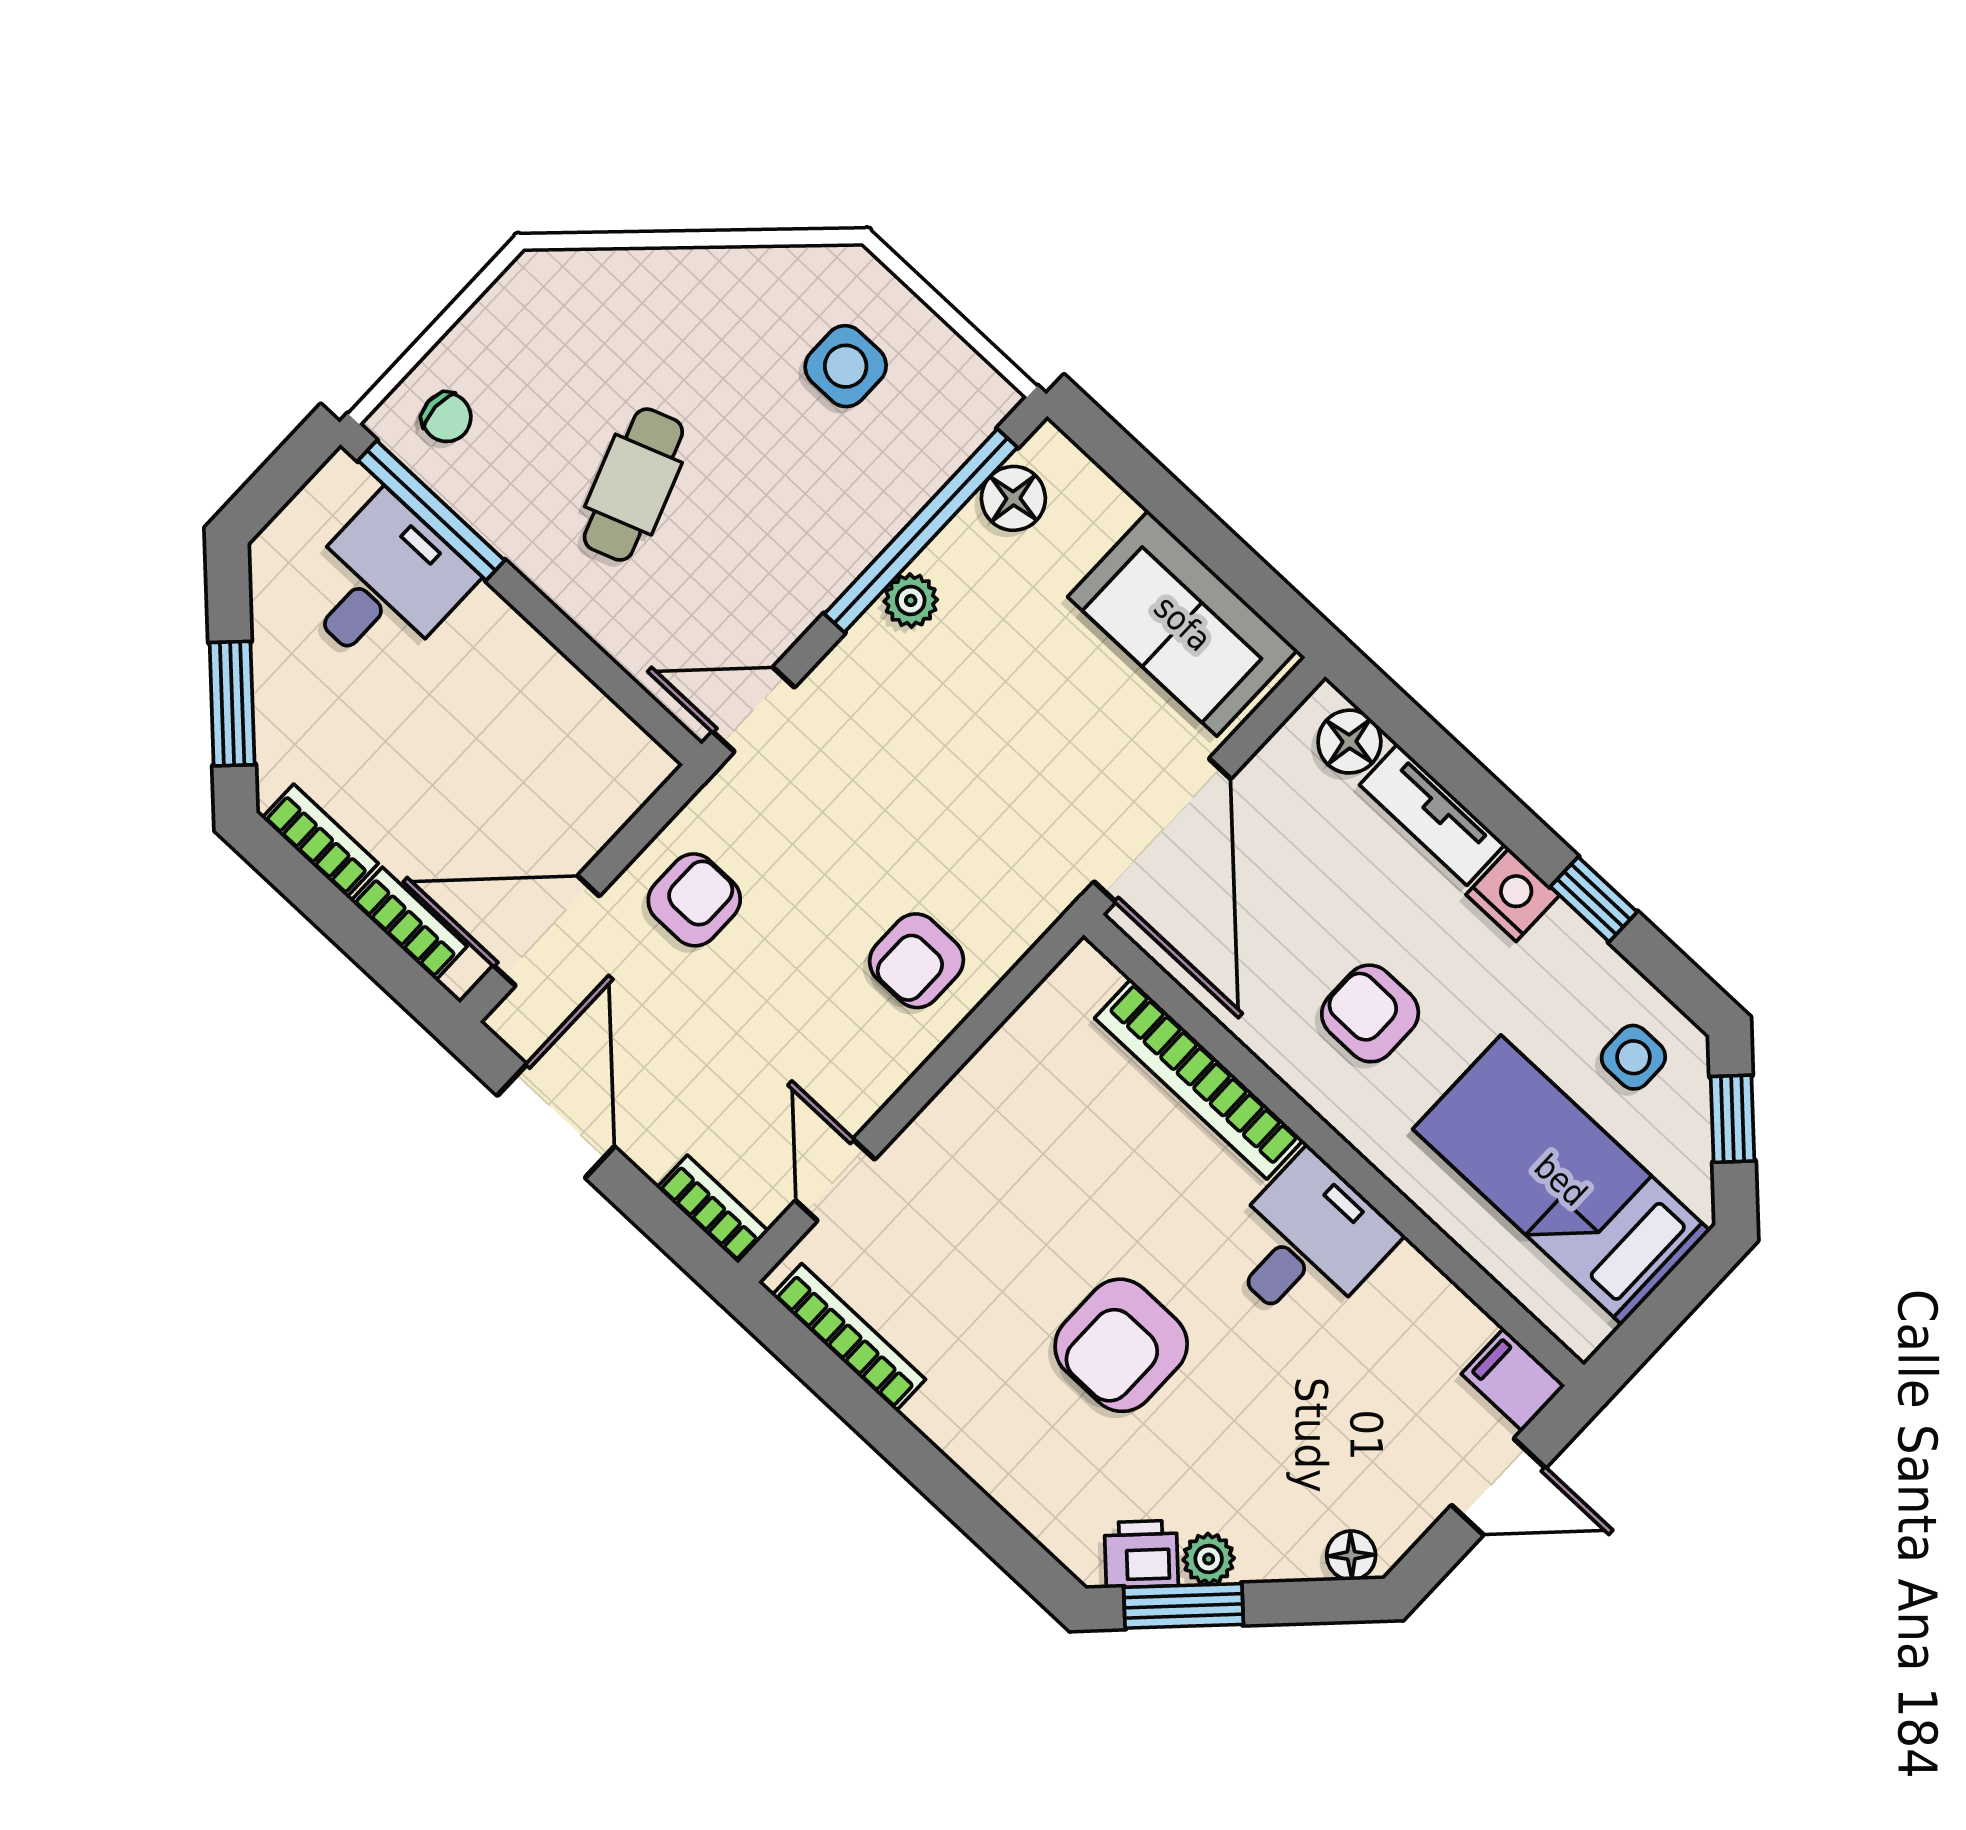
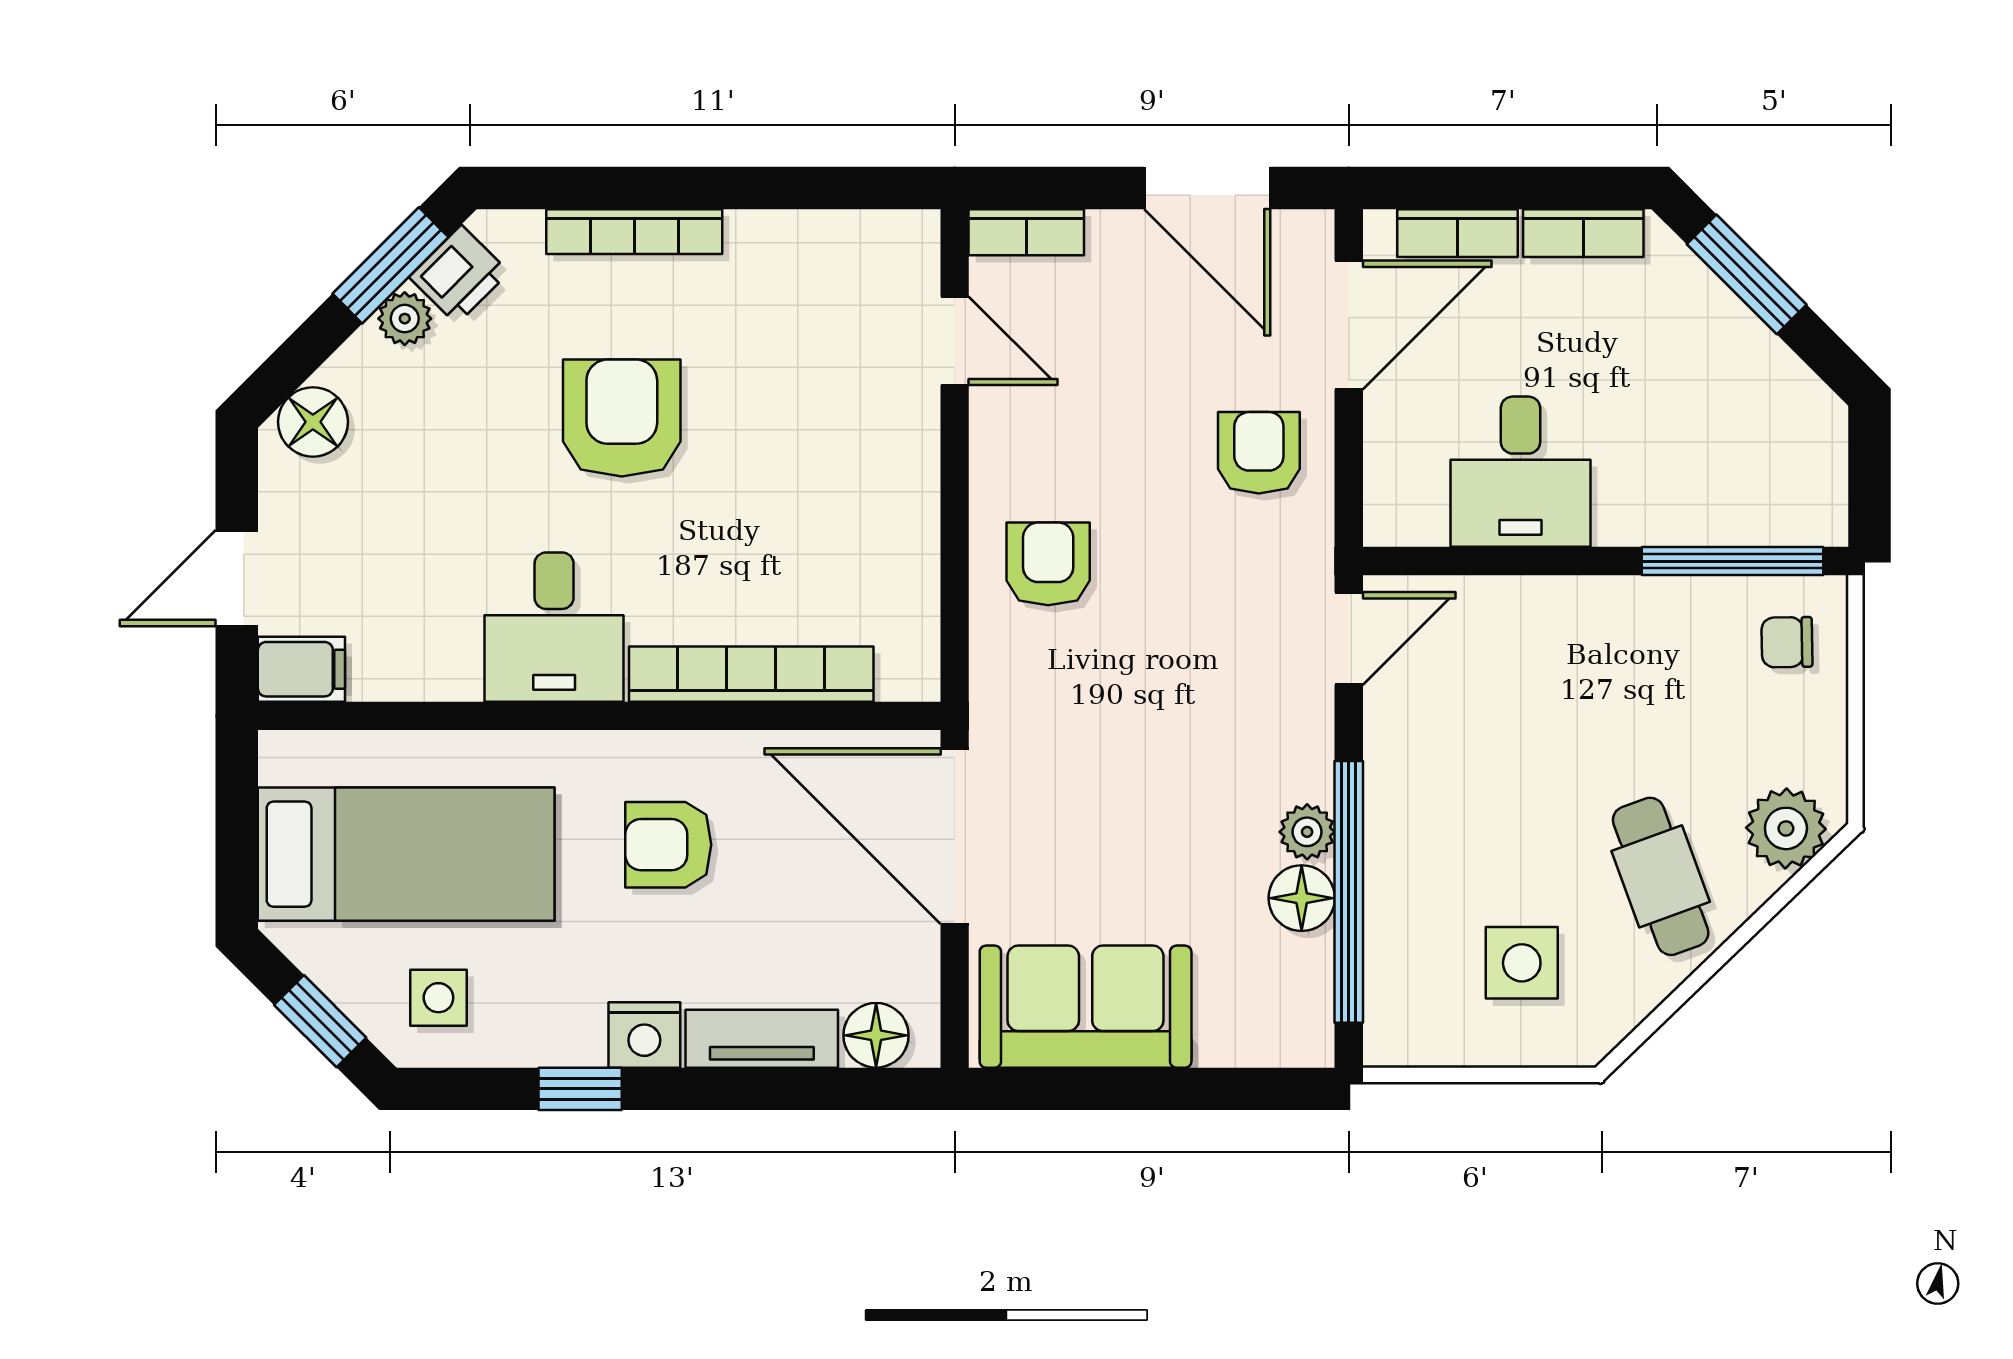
plant: (570, 287) -> (1786, 828), added
cafe table: (633, 485) -> (1661, 876), moved
floor lamp: (1013, 498) -> (1302, 898), moved
desk: (384, 584) -> (1521, 472), moved
armchair: (694, 900) -> (1259, 453), turned 180
armchair: (1370, 1013) -> (668, 845), turned 180
bookcase: (849, 1337) -> (634, 232), moved
floor lamp: (1351, 1555) -> (313, 422), width x1.37, depth x1.37

